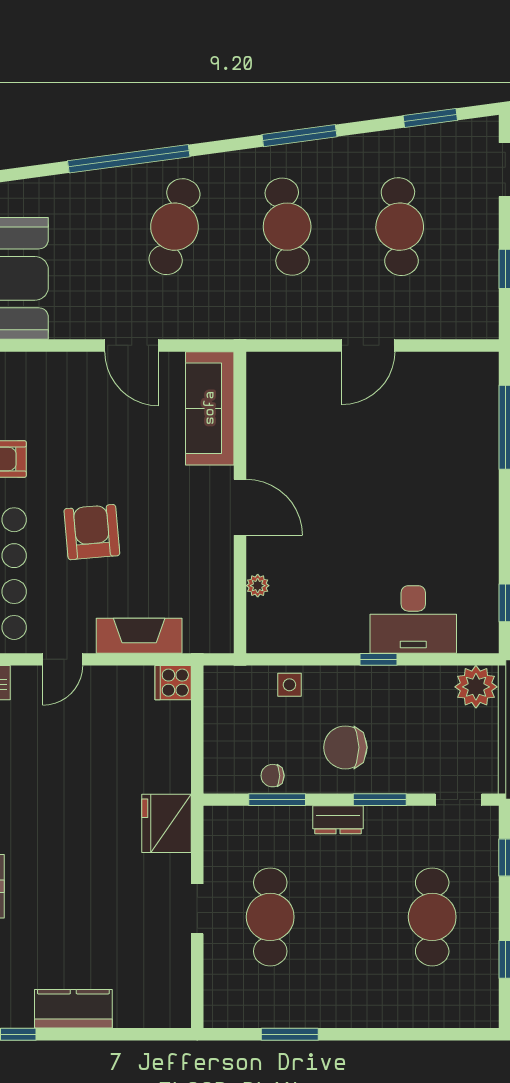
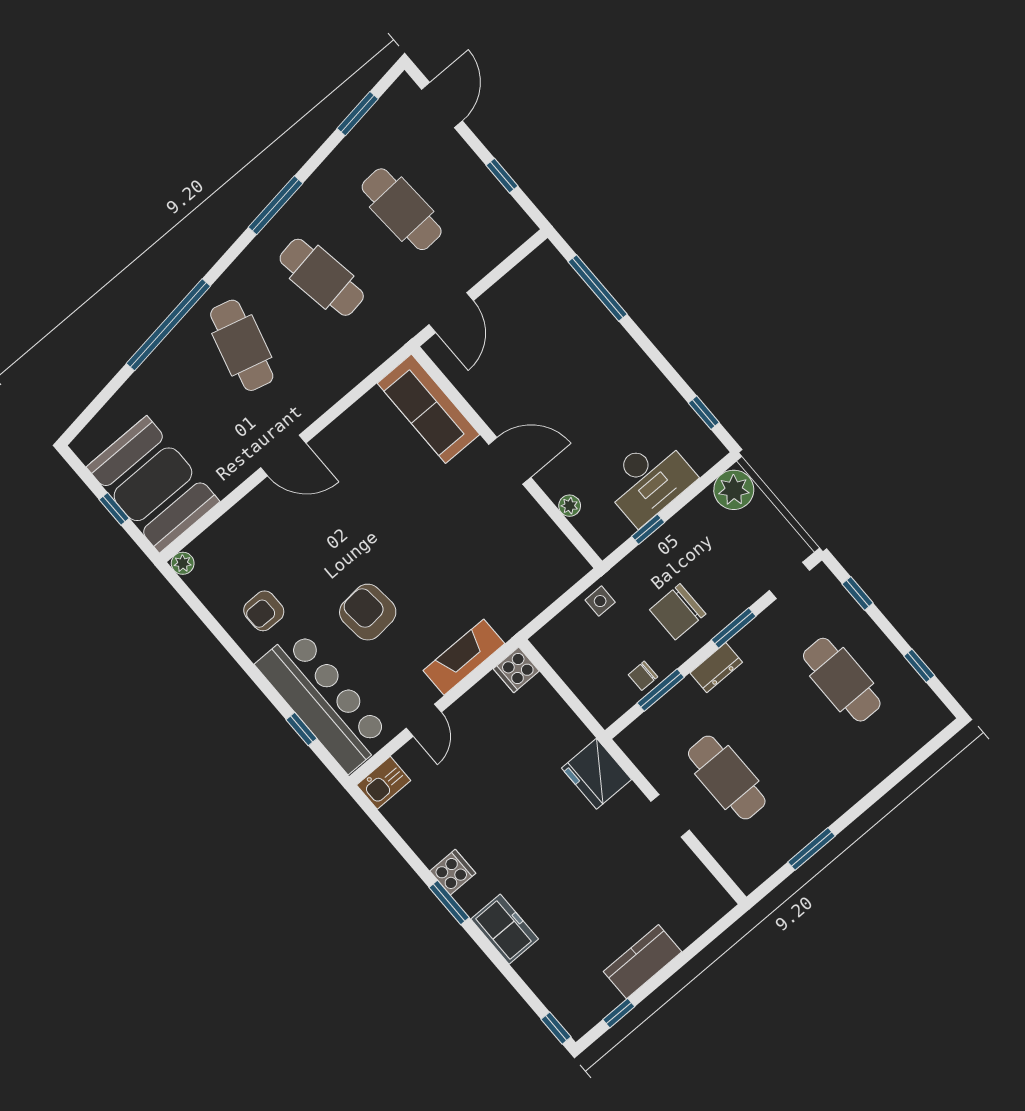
sofa: (210, 408) -> (428, 409), moved
wall: (240, 502) -> (507, 457), moved
door: (240, 507) -> (510, 461), moved
plant: (258, 586) -> (570, 506), moved

